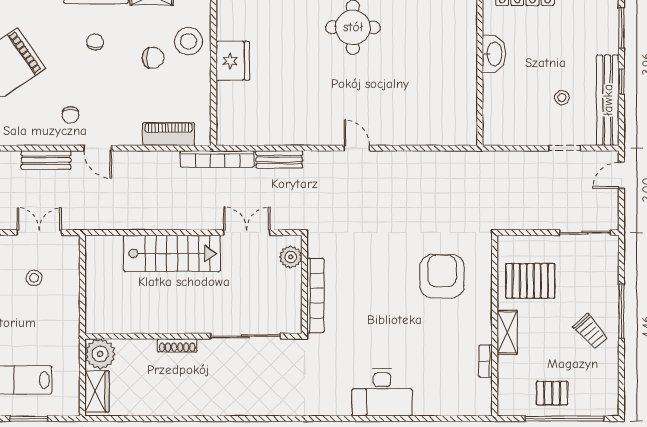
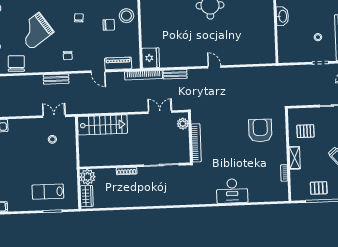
fridge: (233, 61) -> (151, 58), moved
door: (98, 148) -> (98, 71), moved
stairs: (172, 253) -> (102, 125), moved
pallet: (530, 281) -> (305, 131), width x0.67, depth x0.71

